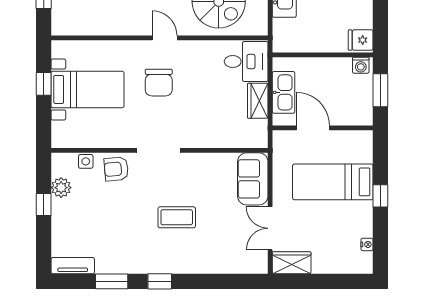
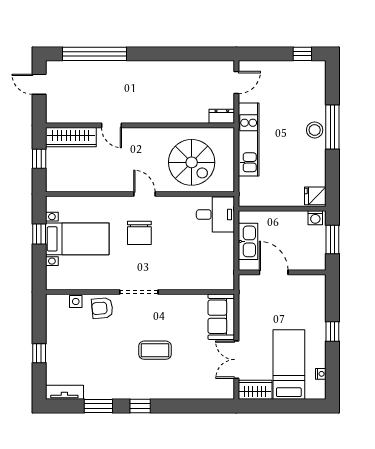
wardrobe: (258, 101) -> (226, 249), removed
bed: (333, 182) -> (289, 365), moved, turned 90
plant: (61, 188) -> (54, 324), removed
window: (44, 204) -> (39, 353), moved

